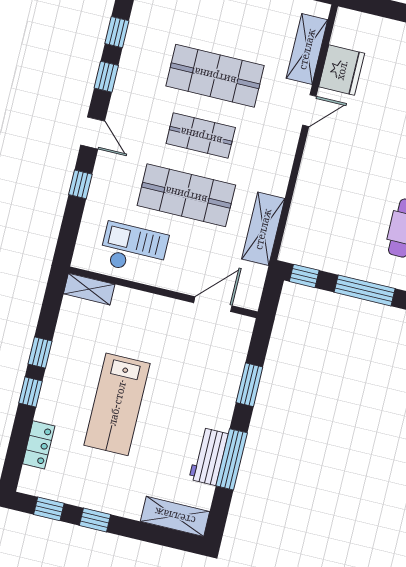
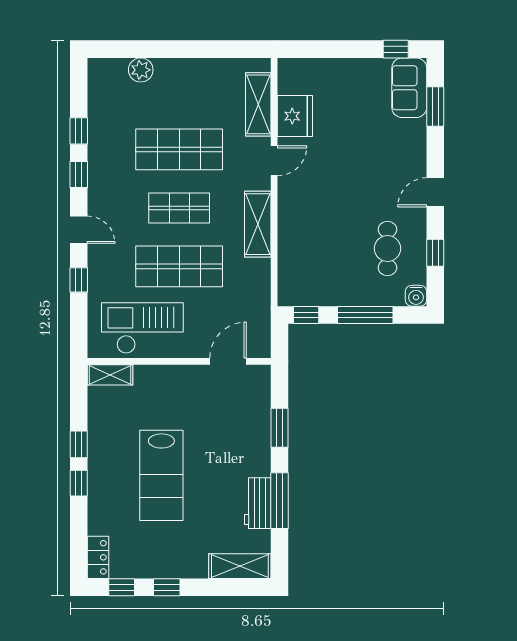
shelving: (263, 229) -> (258, 224), moved
checkout: (134, 249) -> (142, 328), width x1.36, depth x1.21
locker: (39, 445) -> (98, 557), moved

